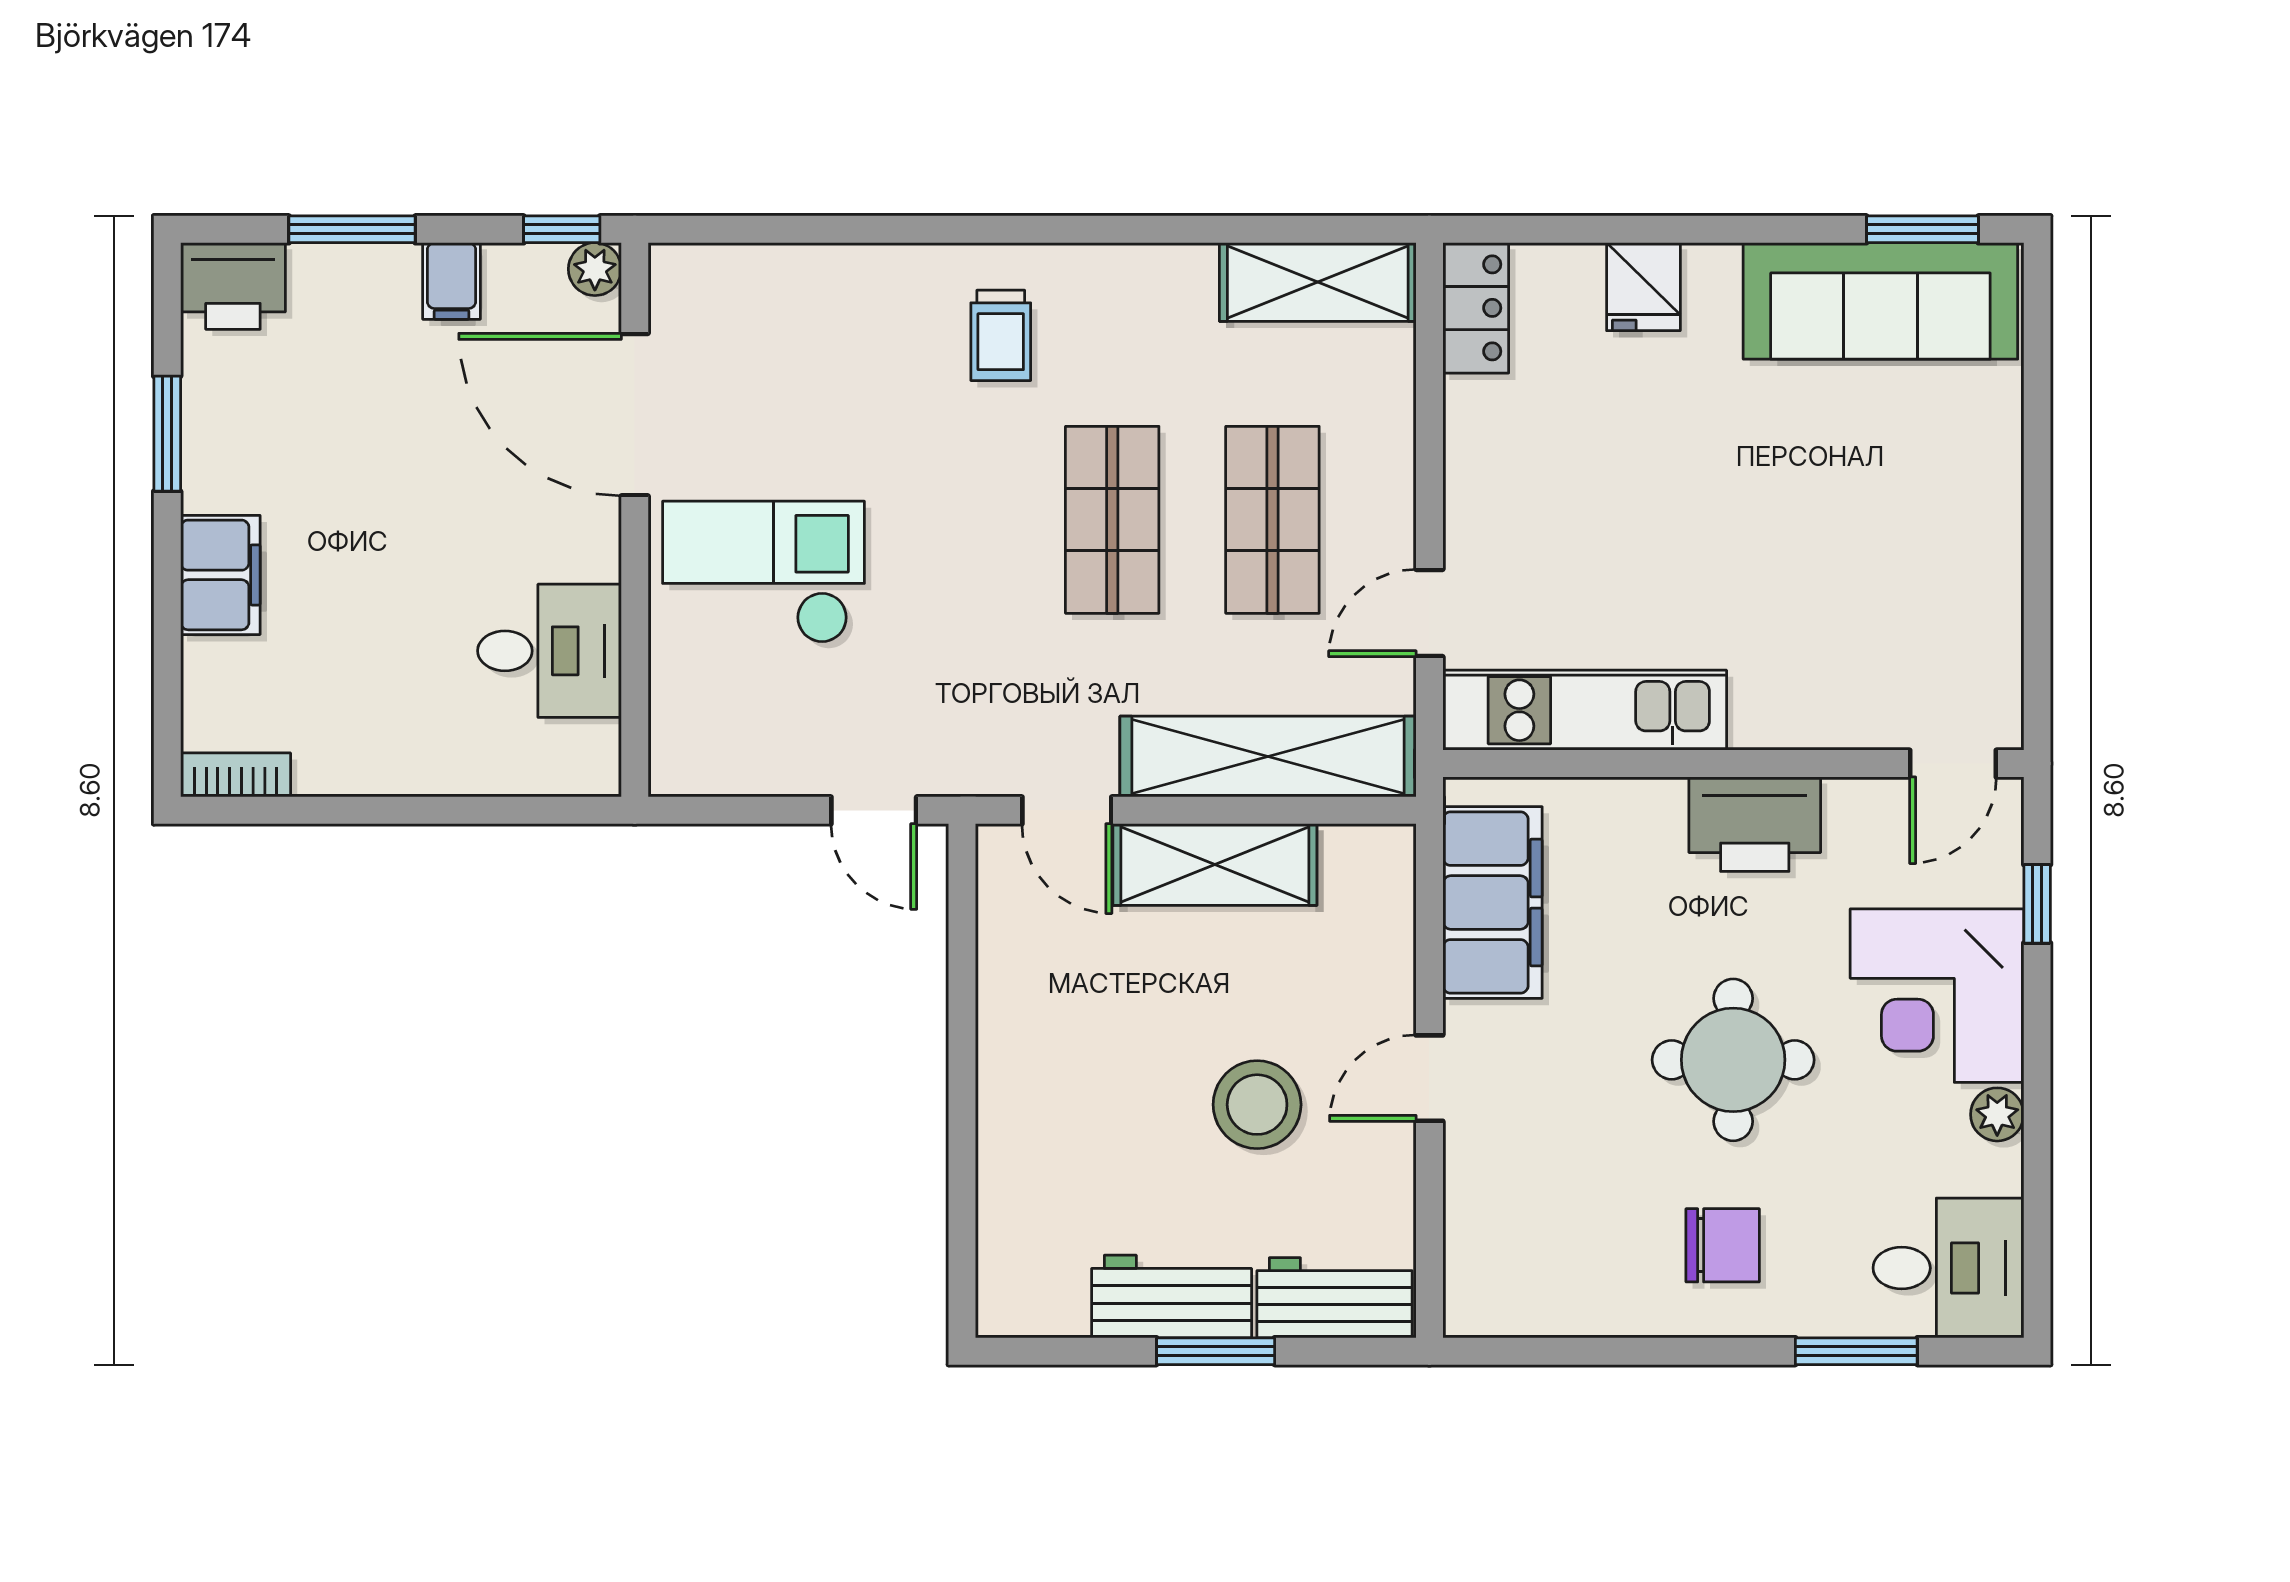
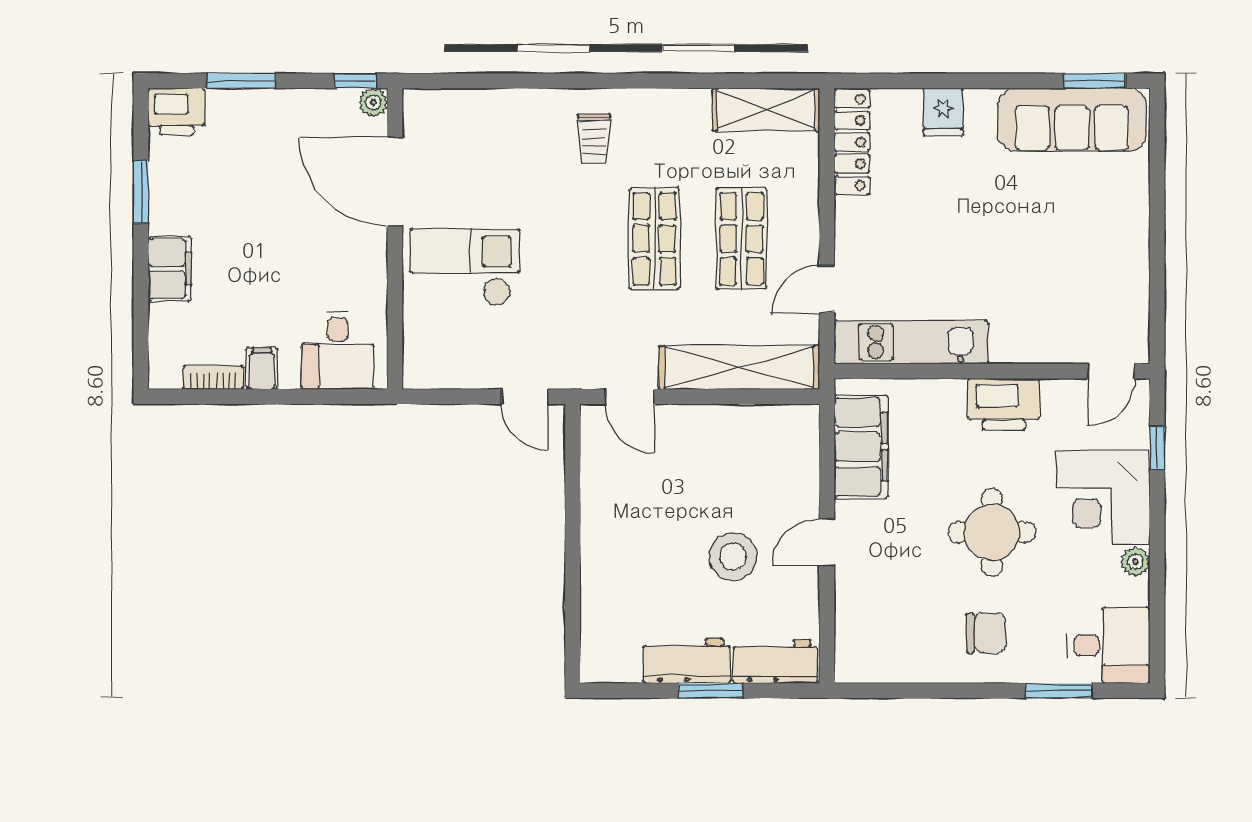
filing cabinet: (451, 281) -> (262, 368), moved, turned 180
locker: (1476, 308) -> (852, 142), width x1.53
desk: (549, 651) -> (338, 350), moved, turned 90
bookcase: (236, 775) -> (213, 377), moved
shelving: (1215, 864) -> (710, 426), removed

